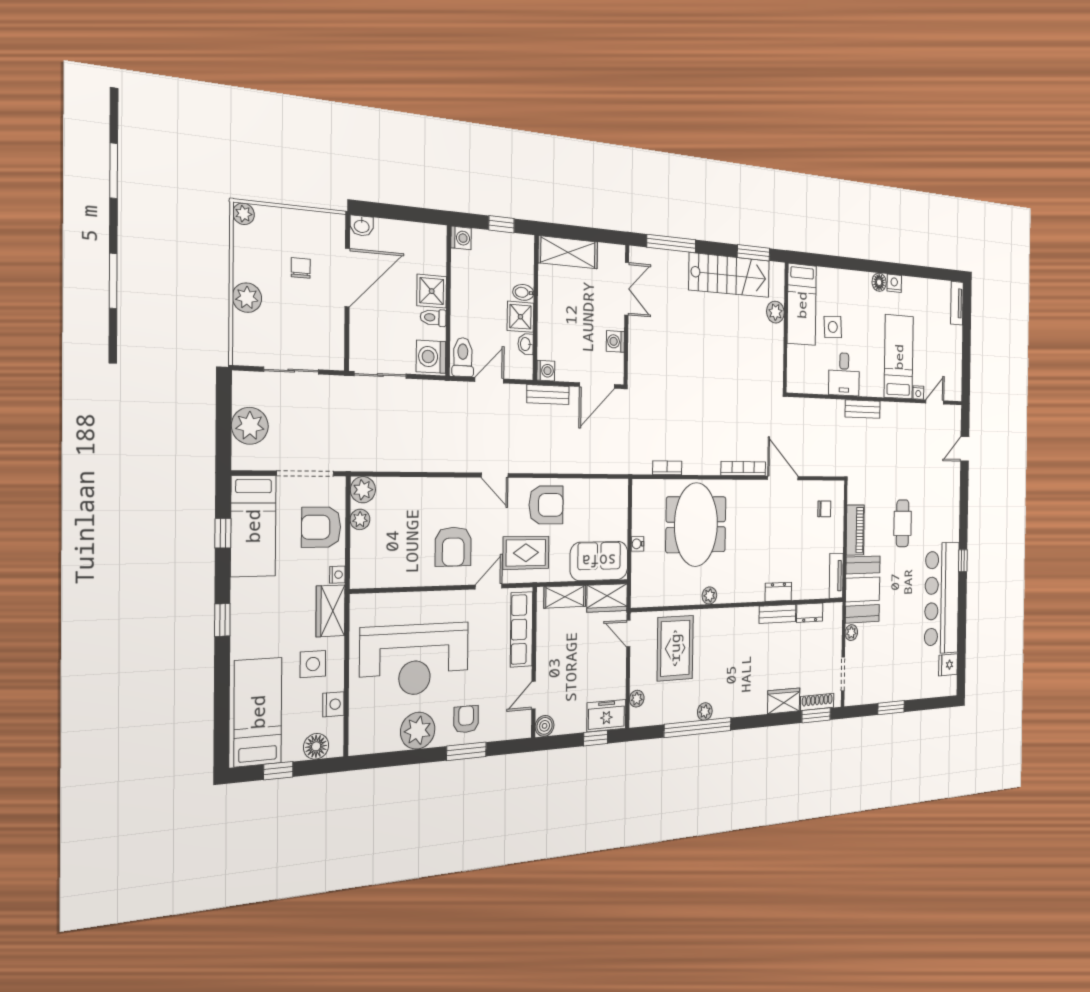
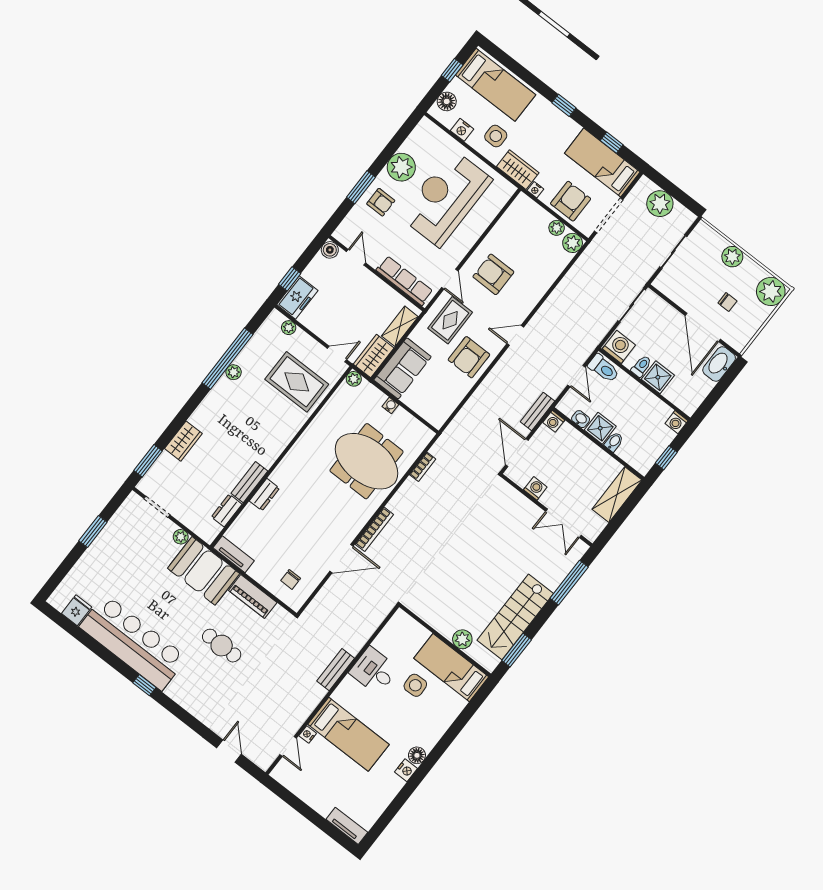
plant: (244, 214) -> (771, 291), width x1.87, depth x1.87
washbasin: (362, 226) -> (719, 364), width x1.91, depth x1.45
plant: (709, 596) -> (354, 379), moved
shoe rack: (817, 702) -> (157, 469), removed

